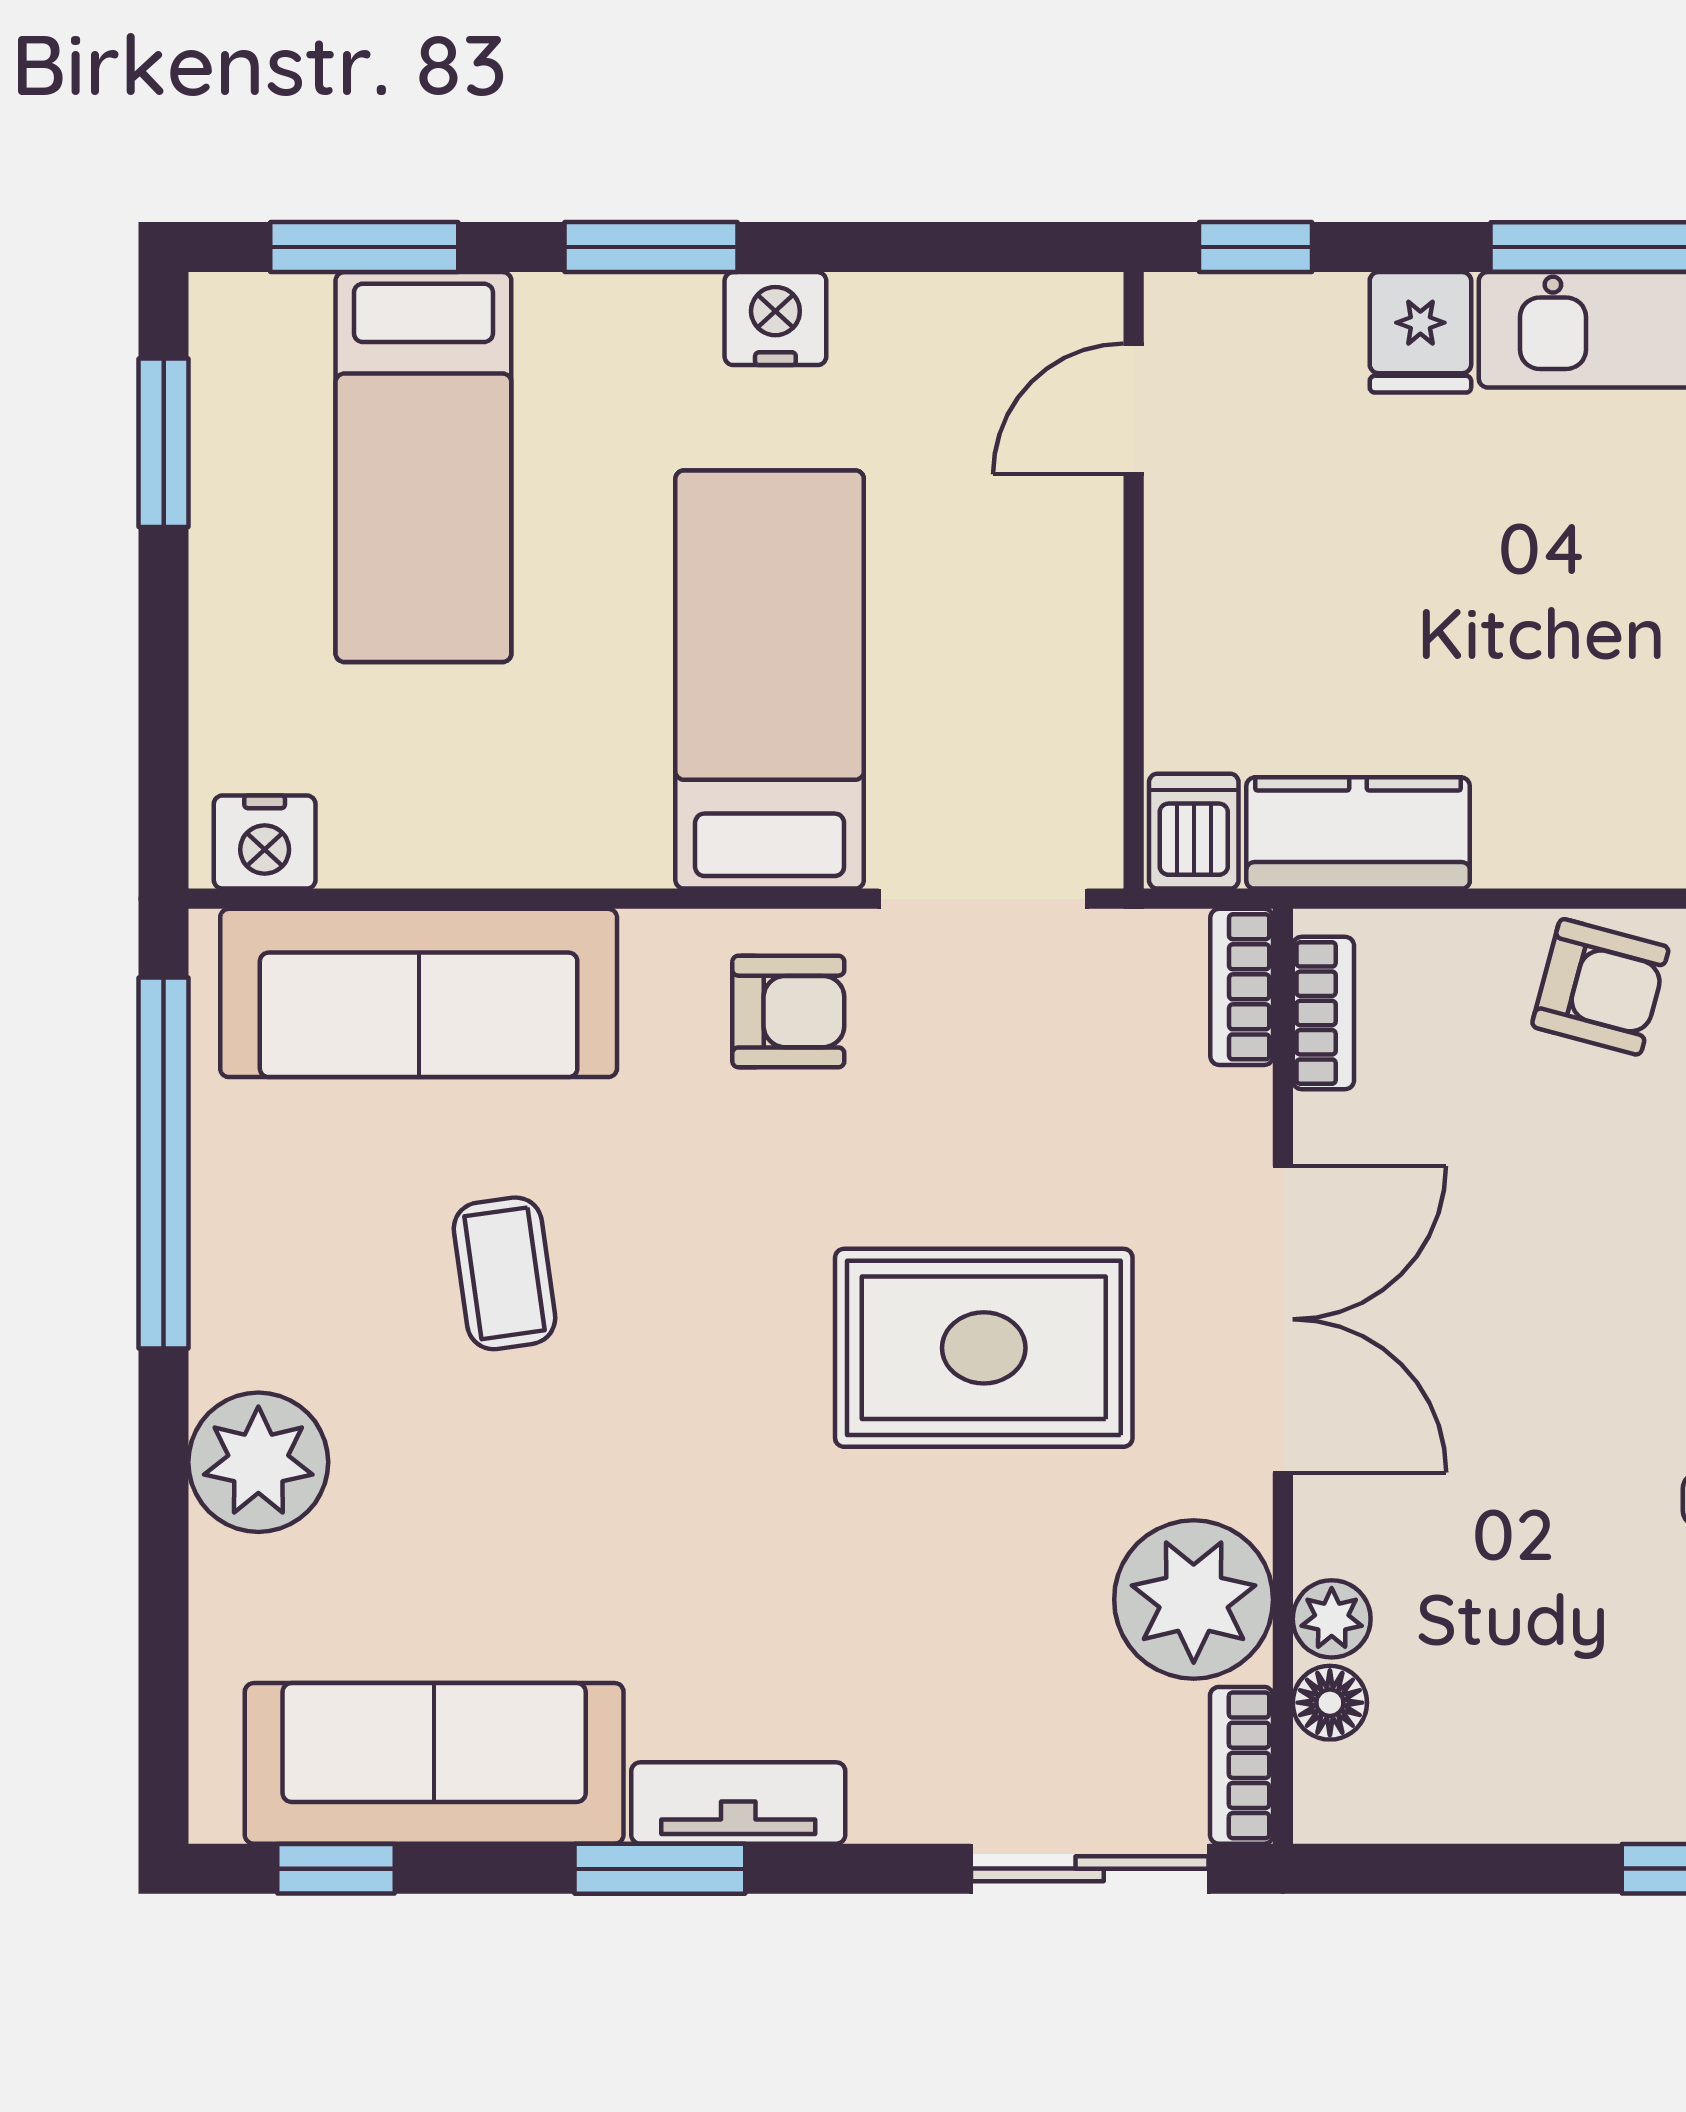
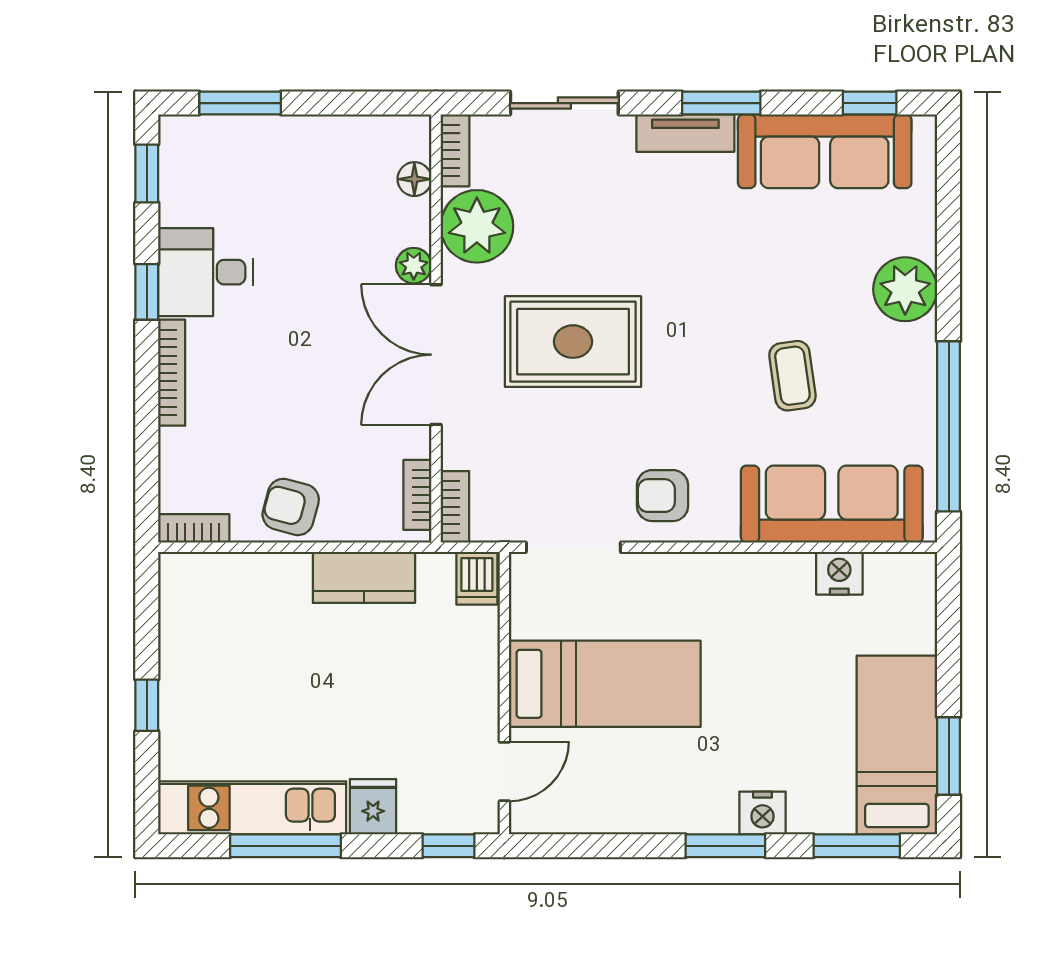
nightstand: (775, 319) -> (762, 813), moved
bed: (423, 467) -> (897, 745), moved
bed: (770, 680) -> (605, 684), moved, turned -90
kitchen counter: (1358, 833) -> (364, 577), moved
nightstand: (265, 842) -> (839, 573), moved
plant: (1332, 1619) -> (414, 266), moved
sliding door: (1090, 1869) -> (564, 103), moved

